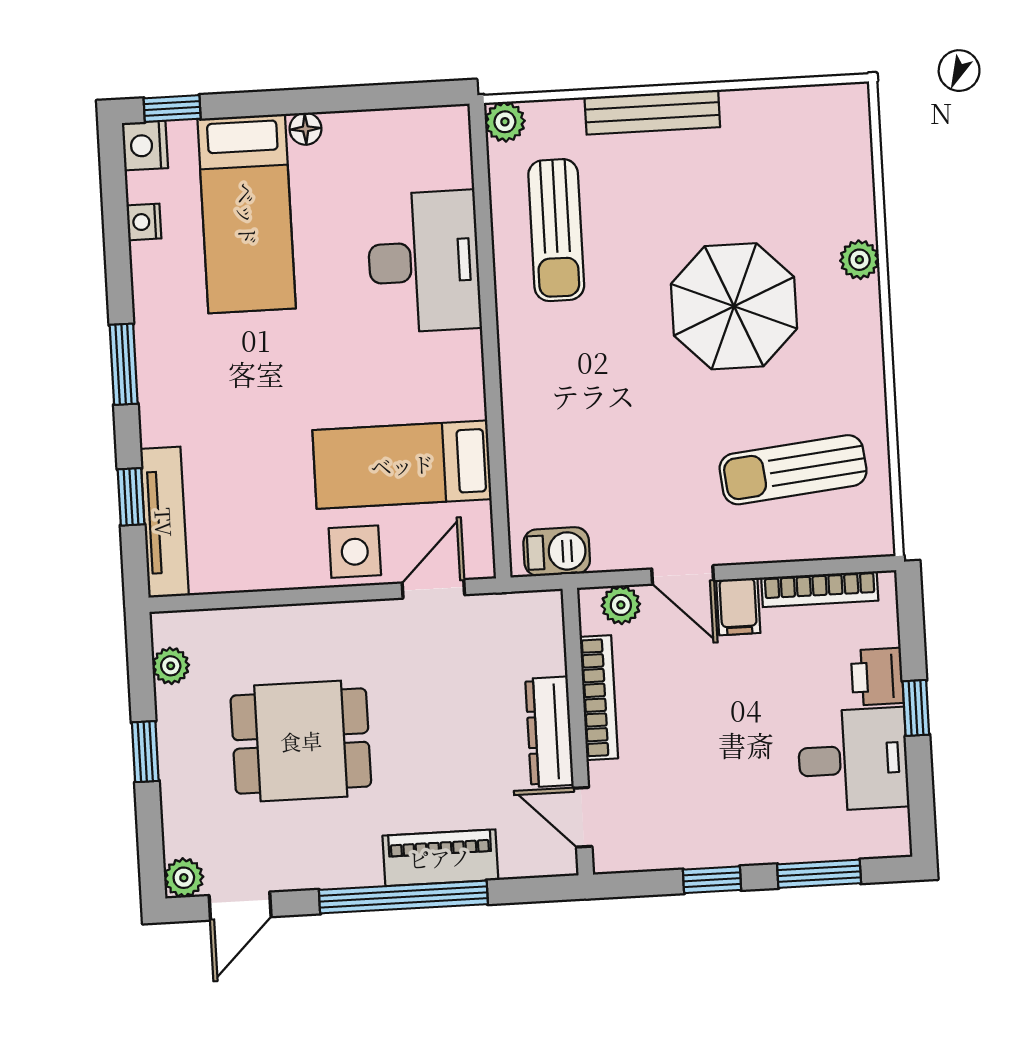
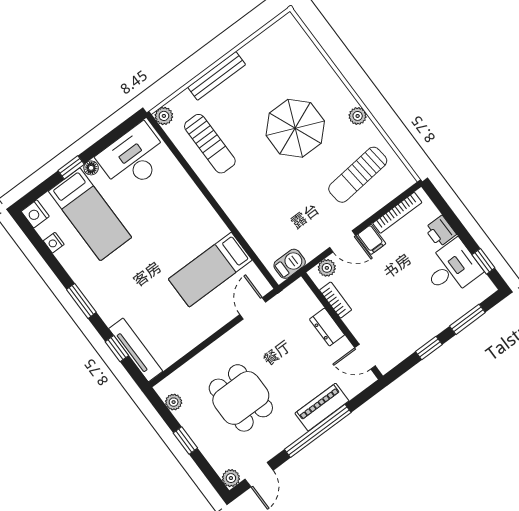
window: (172, 108) -> (71, 167), moved
plant: (859, 260) -> (358, 116), moved
desk: (424, 262) -> (133, 158), moved, turned -90
side table: (355, 552) -> (214, 314), removed
bookcase: (599, 698) -> (336, 300), width x0.64
window: (916, 708) -> (483, 261), moved
dresser: (549, 732) -> (327, 327), width x0.70
dining table: (301, 741) -> (241, 398), turned 90

